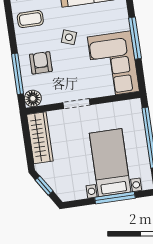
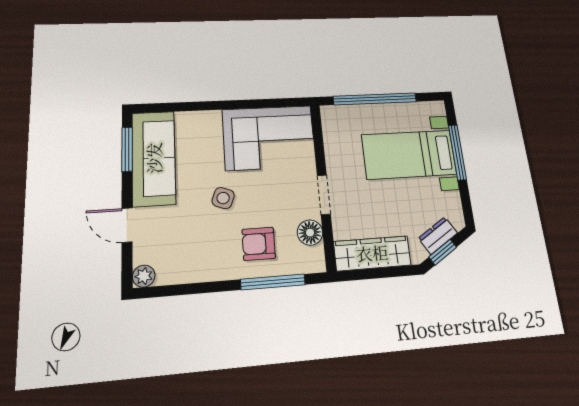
coffee table: (30, 19) -> (188, 255), removed
window: (135, 38) -> (234, 105), removed
floor lamp: (33, 98) -> (310, 233), moved
dresser: (55, 182) -> (438, 236), added

